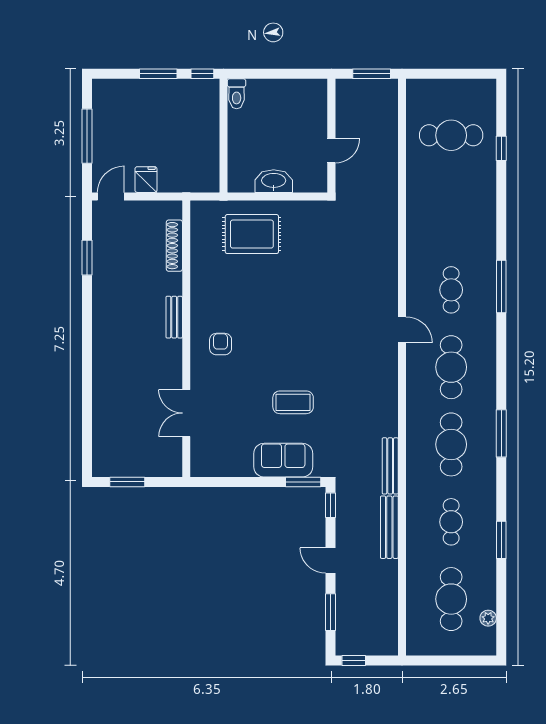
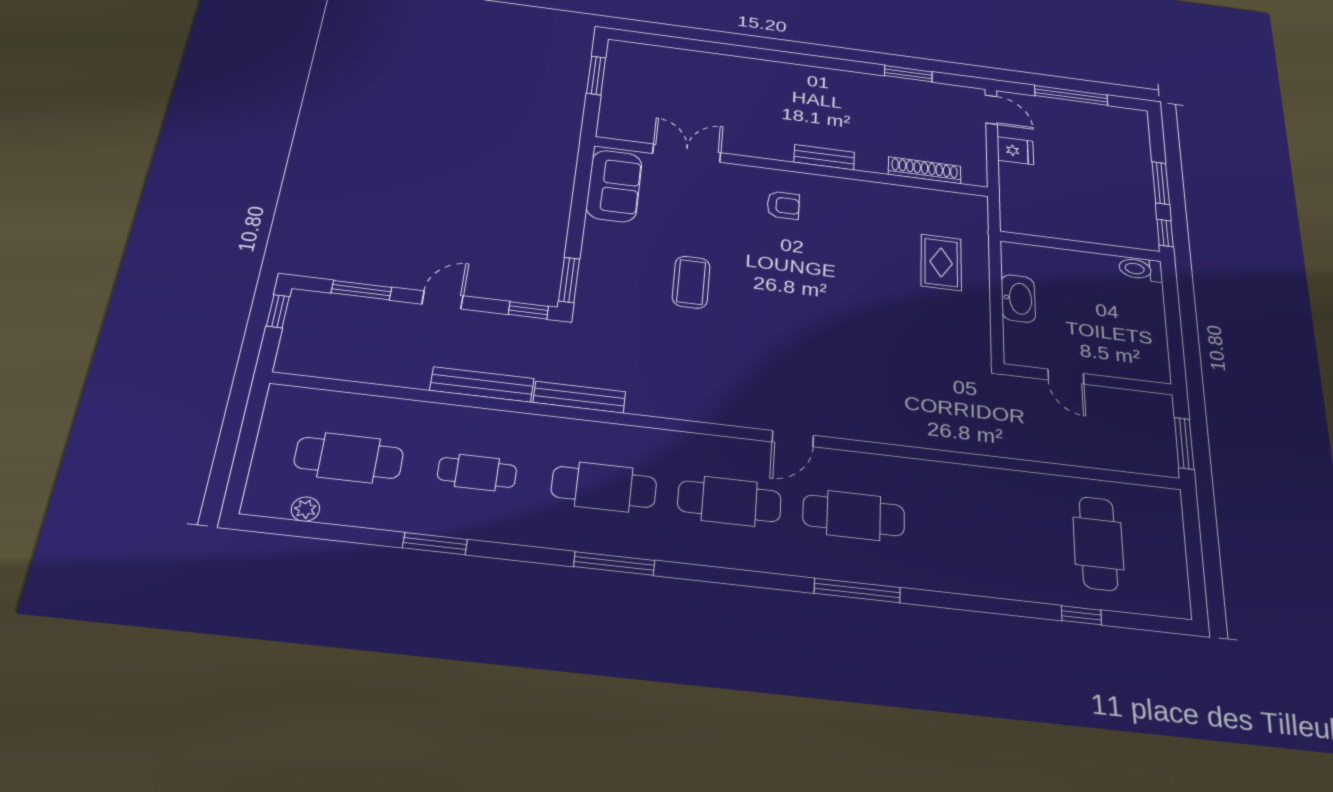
rug: (252, 234) -> (941, 262), width x0.73, depth x0.70
cafe table: (451, 290) -> (854, 515), width x1.37, depth x1.35
sofa: (283, 460) -> (614, 186), moved

